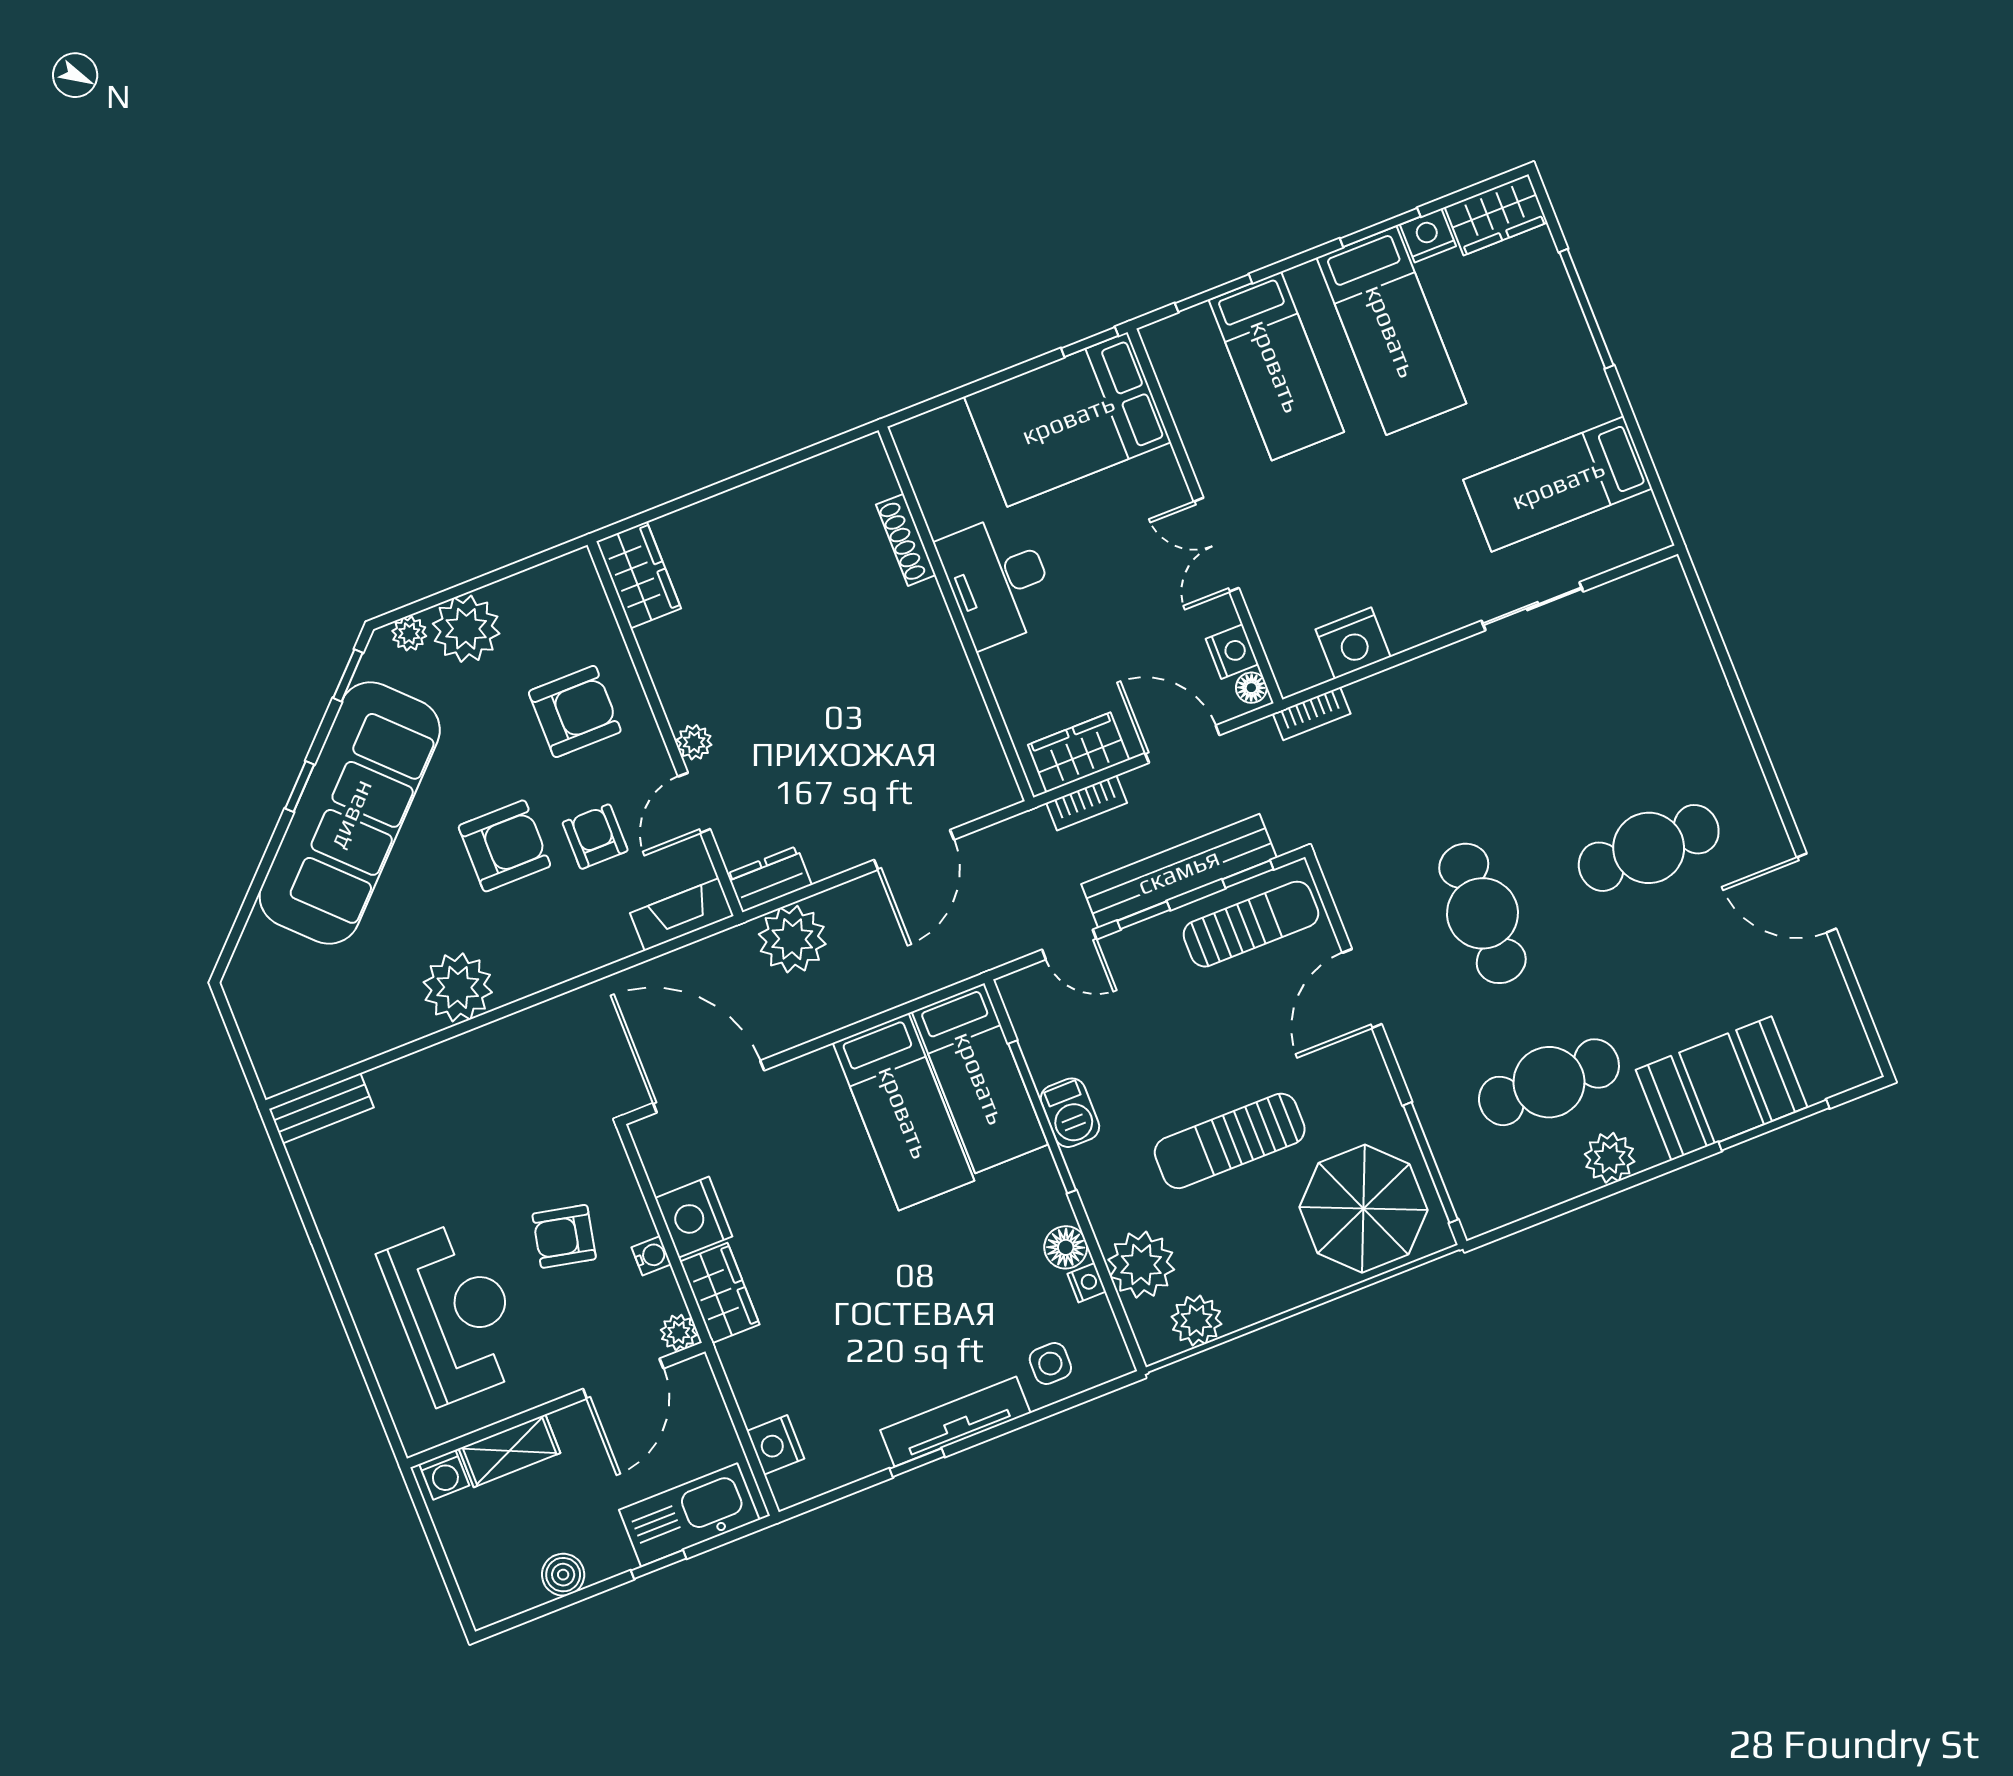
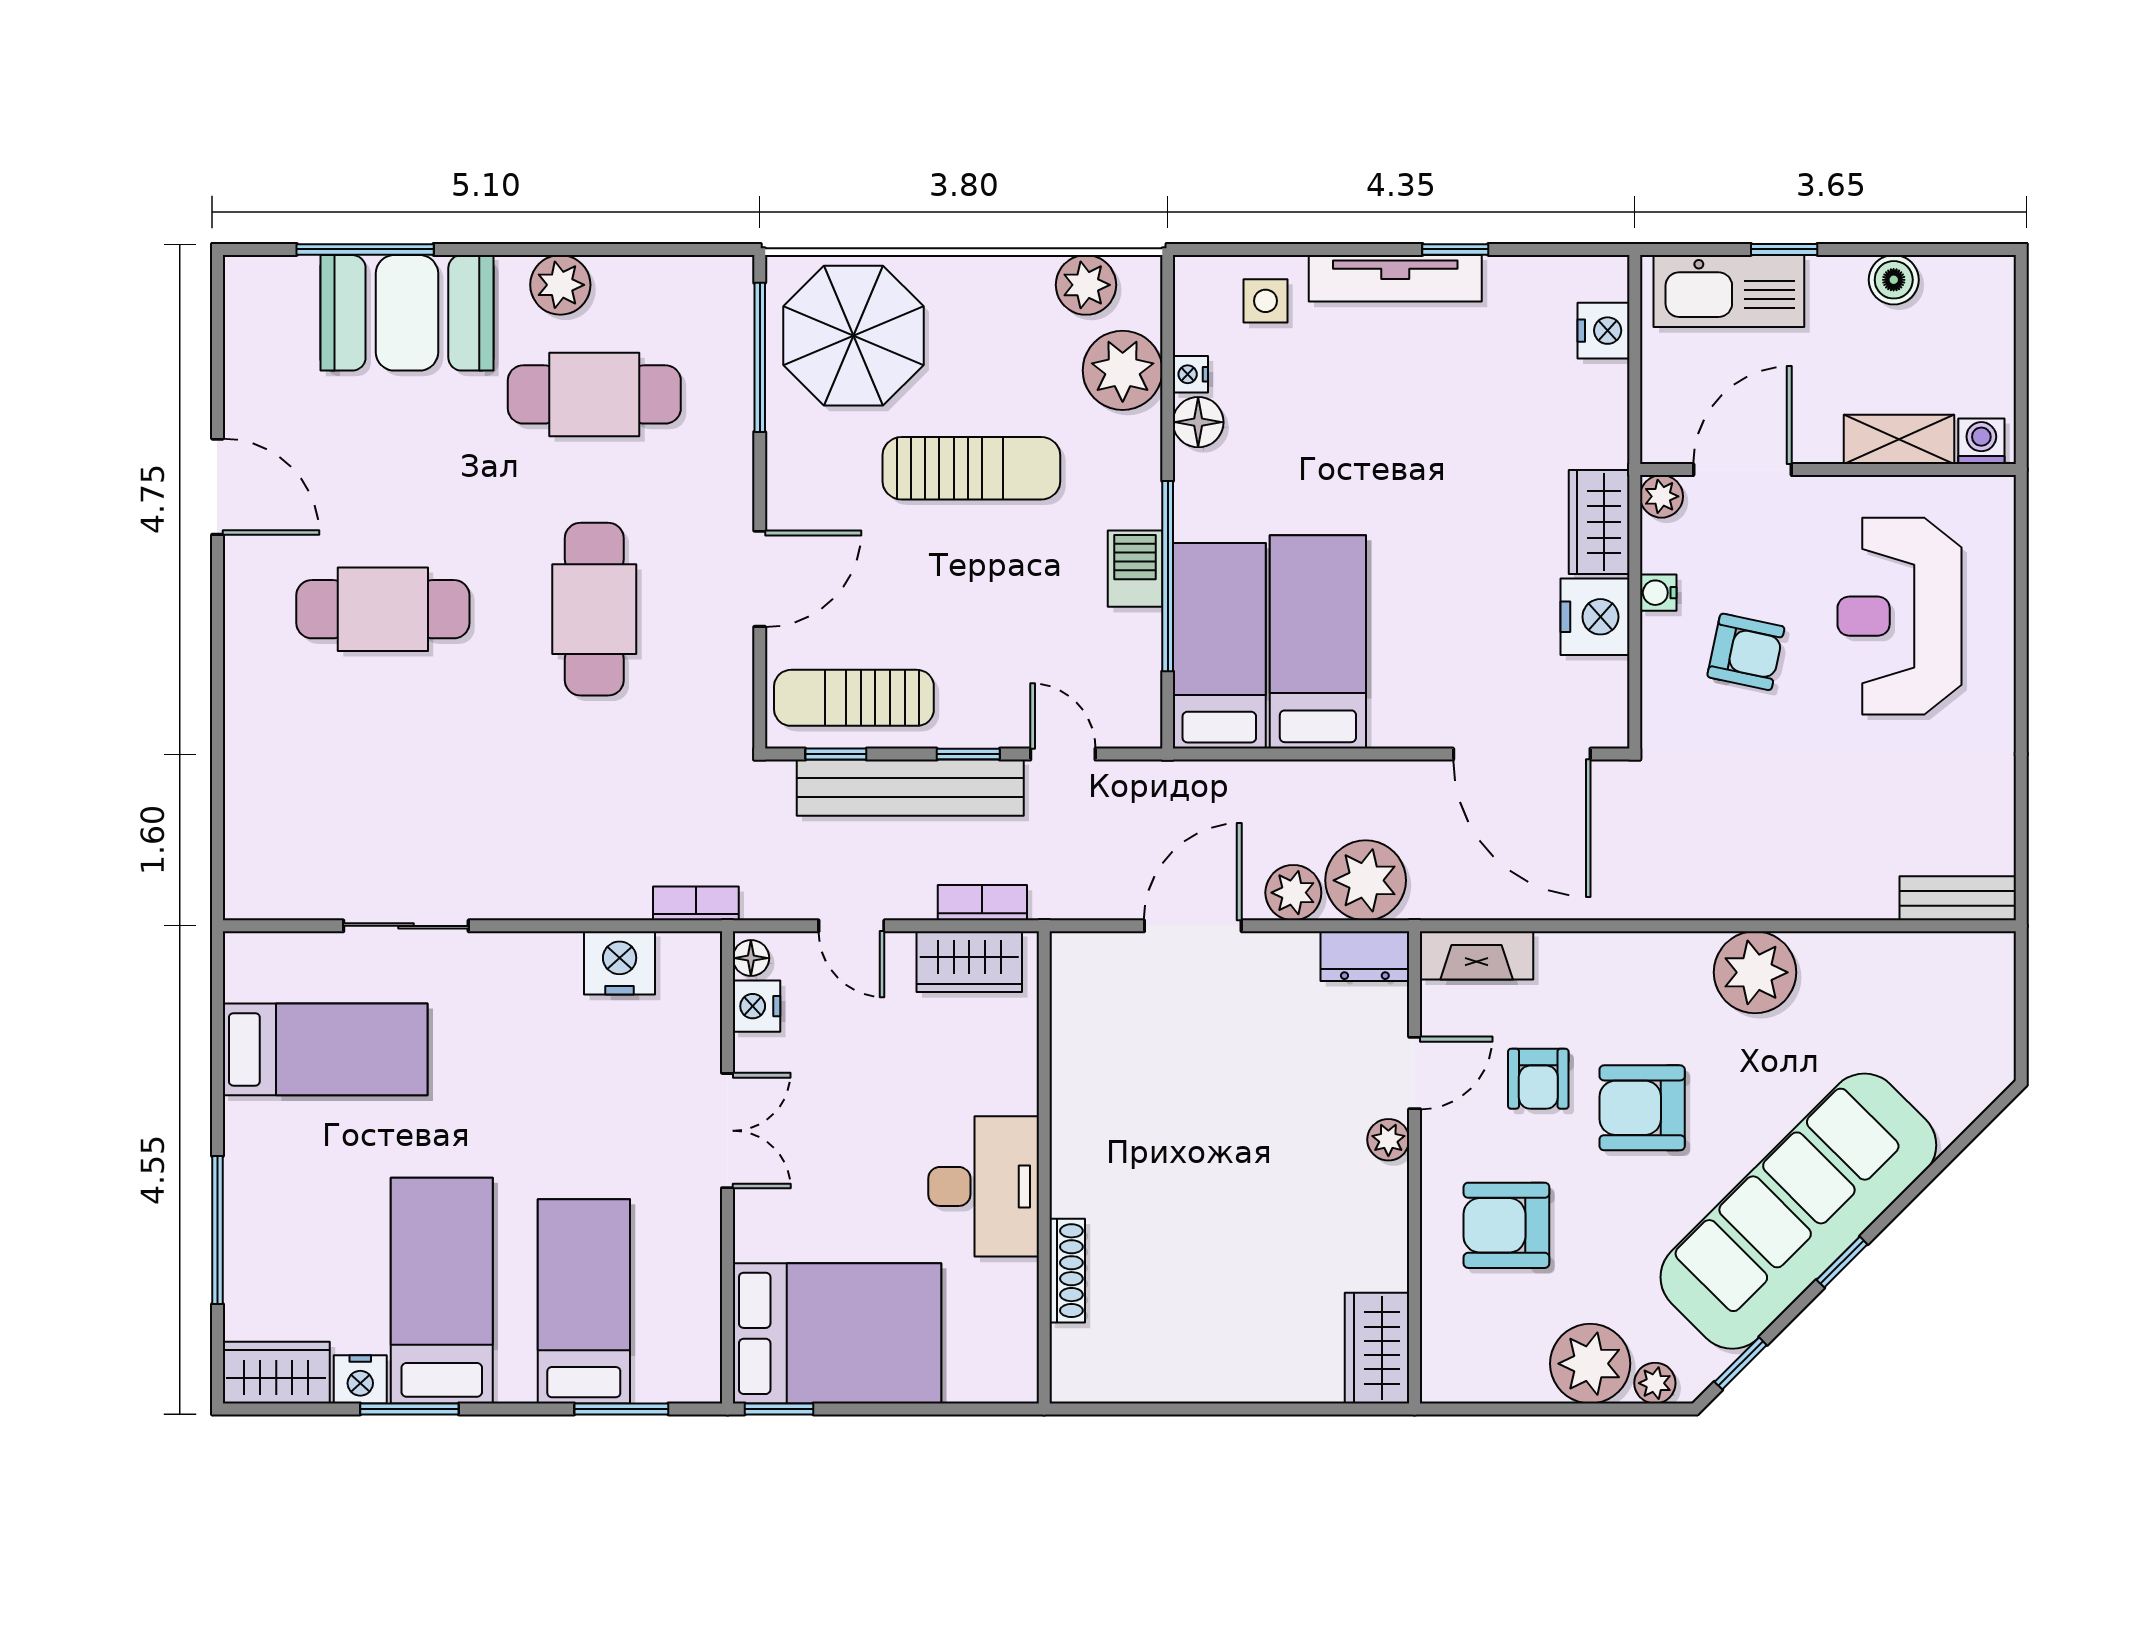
door: (1182, 744) -> (851, 926), width x0.73
plant: (845, 907) -> (1293, 893), added

